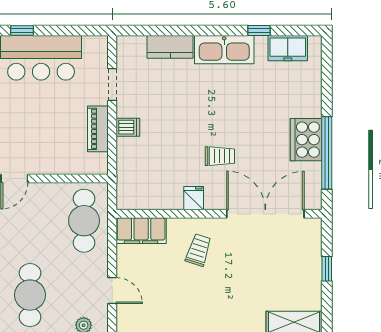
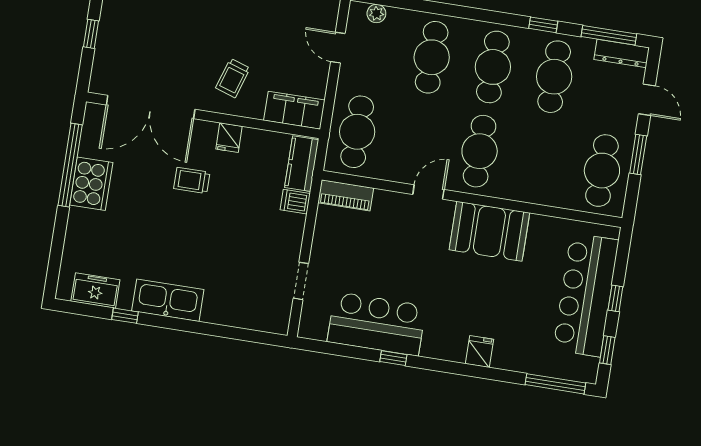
kitchen counter: (170, 47) -> (302, 164), moved, turned -90
dishwasher: (128, 127) -> (295, 202), moved
piano: (98, 129) -> (346, 195), moved, turned 90

